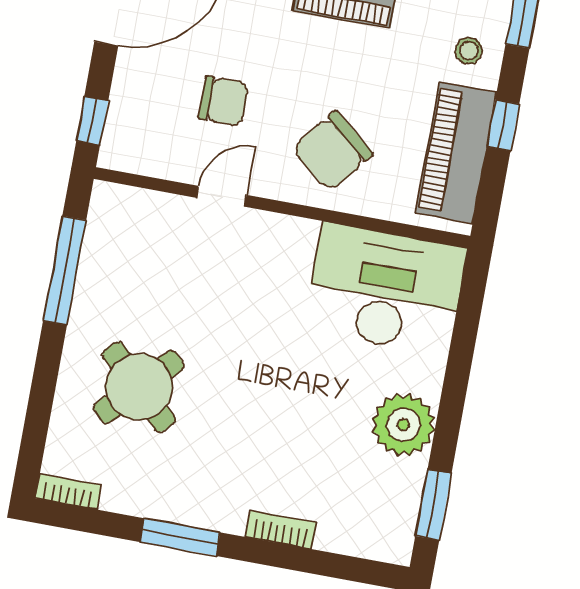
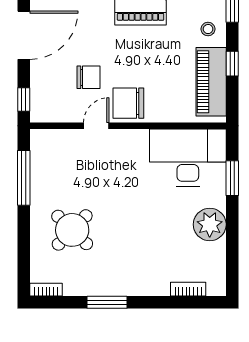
chair: (333, 151) -> (128, 103), moved, turned 51
window: (433, 505) -> (232, 178), moved
bookcase: (281, 530) -> (188, 289), moved

